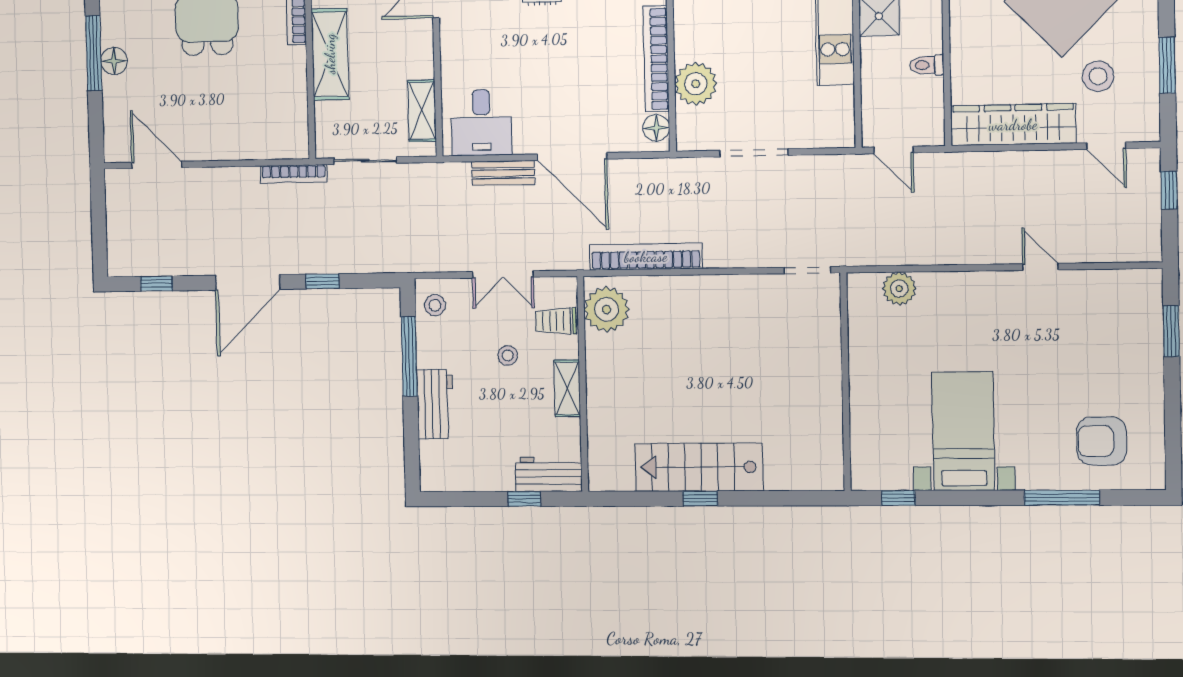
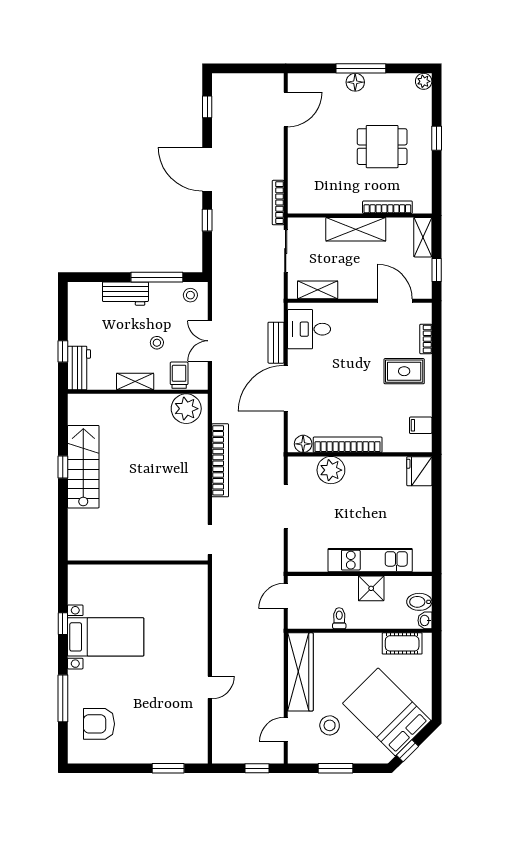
bookcase: (646, 257) -> (220, 460), moved
plant: (899, 289) -> (197, 598), removed
armchair: (1102, 441) -> (99, 724), turned -90
window: (898, 498) -> (63, 624), moved

